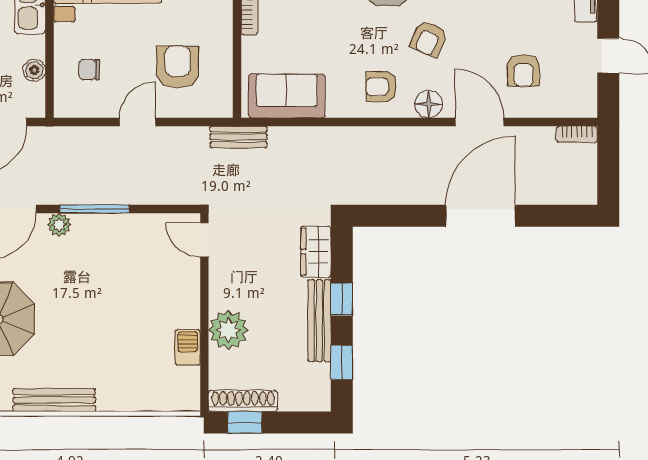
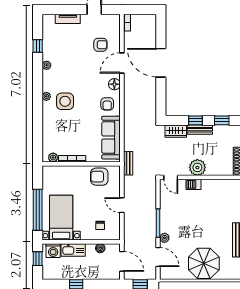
armchair: (429, 39) -> (87, 84), removed
armchair: (178, 67) -> (99, 177), moved
sofa: (287, 96) -> (111, 138), width x1.36
door: (204, 240) -> (171, 177), hinge flipped
bench: (319, 321) -> (200, 130), width x0.73
plant: (228, 330) -> (197, 167), moved
barbecue: (188, 347) -> (194, 184), moved

